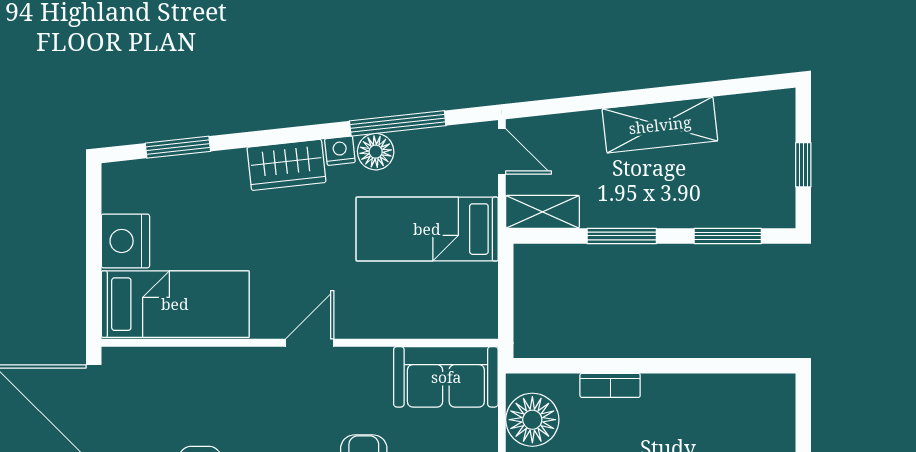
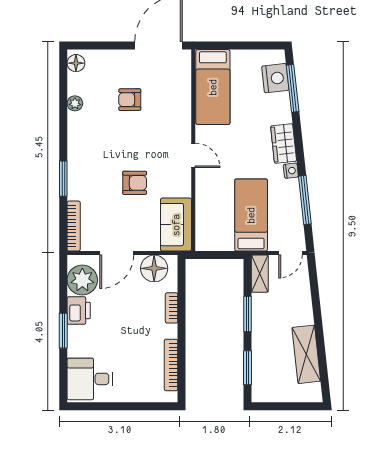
shelving: (660, 125) -> (306, 354), moved
window: (178, 147) -> (293, 88), width x1.44
floor lamp: (376, 152) -> (290, 189), removed
window: (803, 165) -> (284, 406), removed
nightstand: (125, 241) -> (275, 78), moved, turned 84
bookcase: (722, 386) -> (171, 365), added

